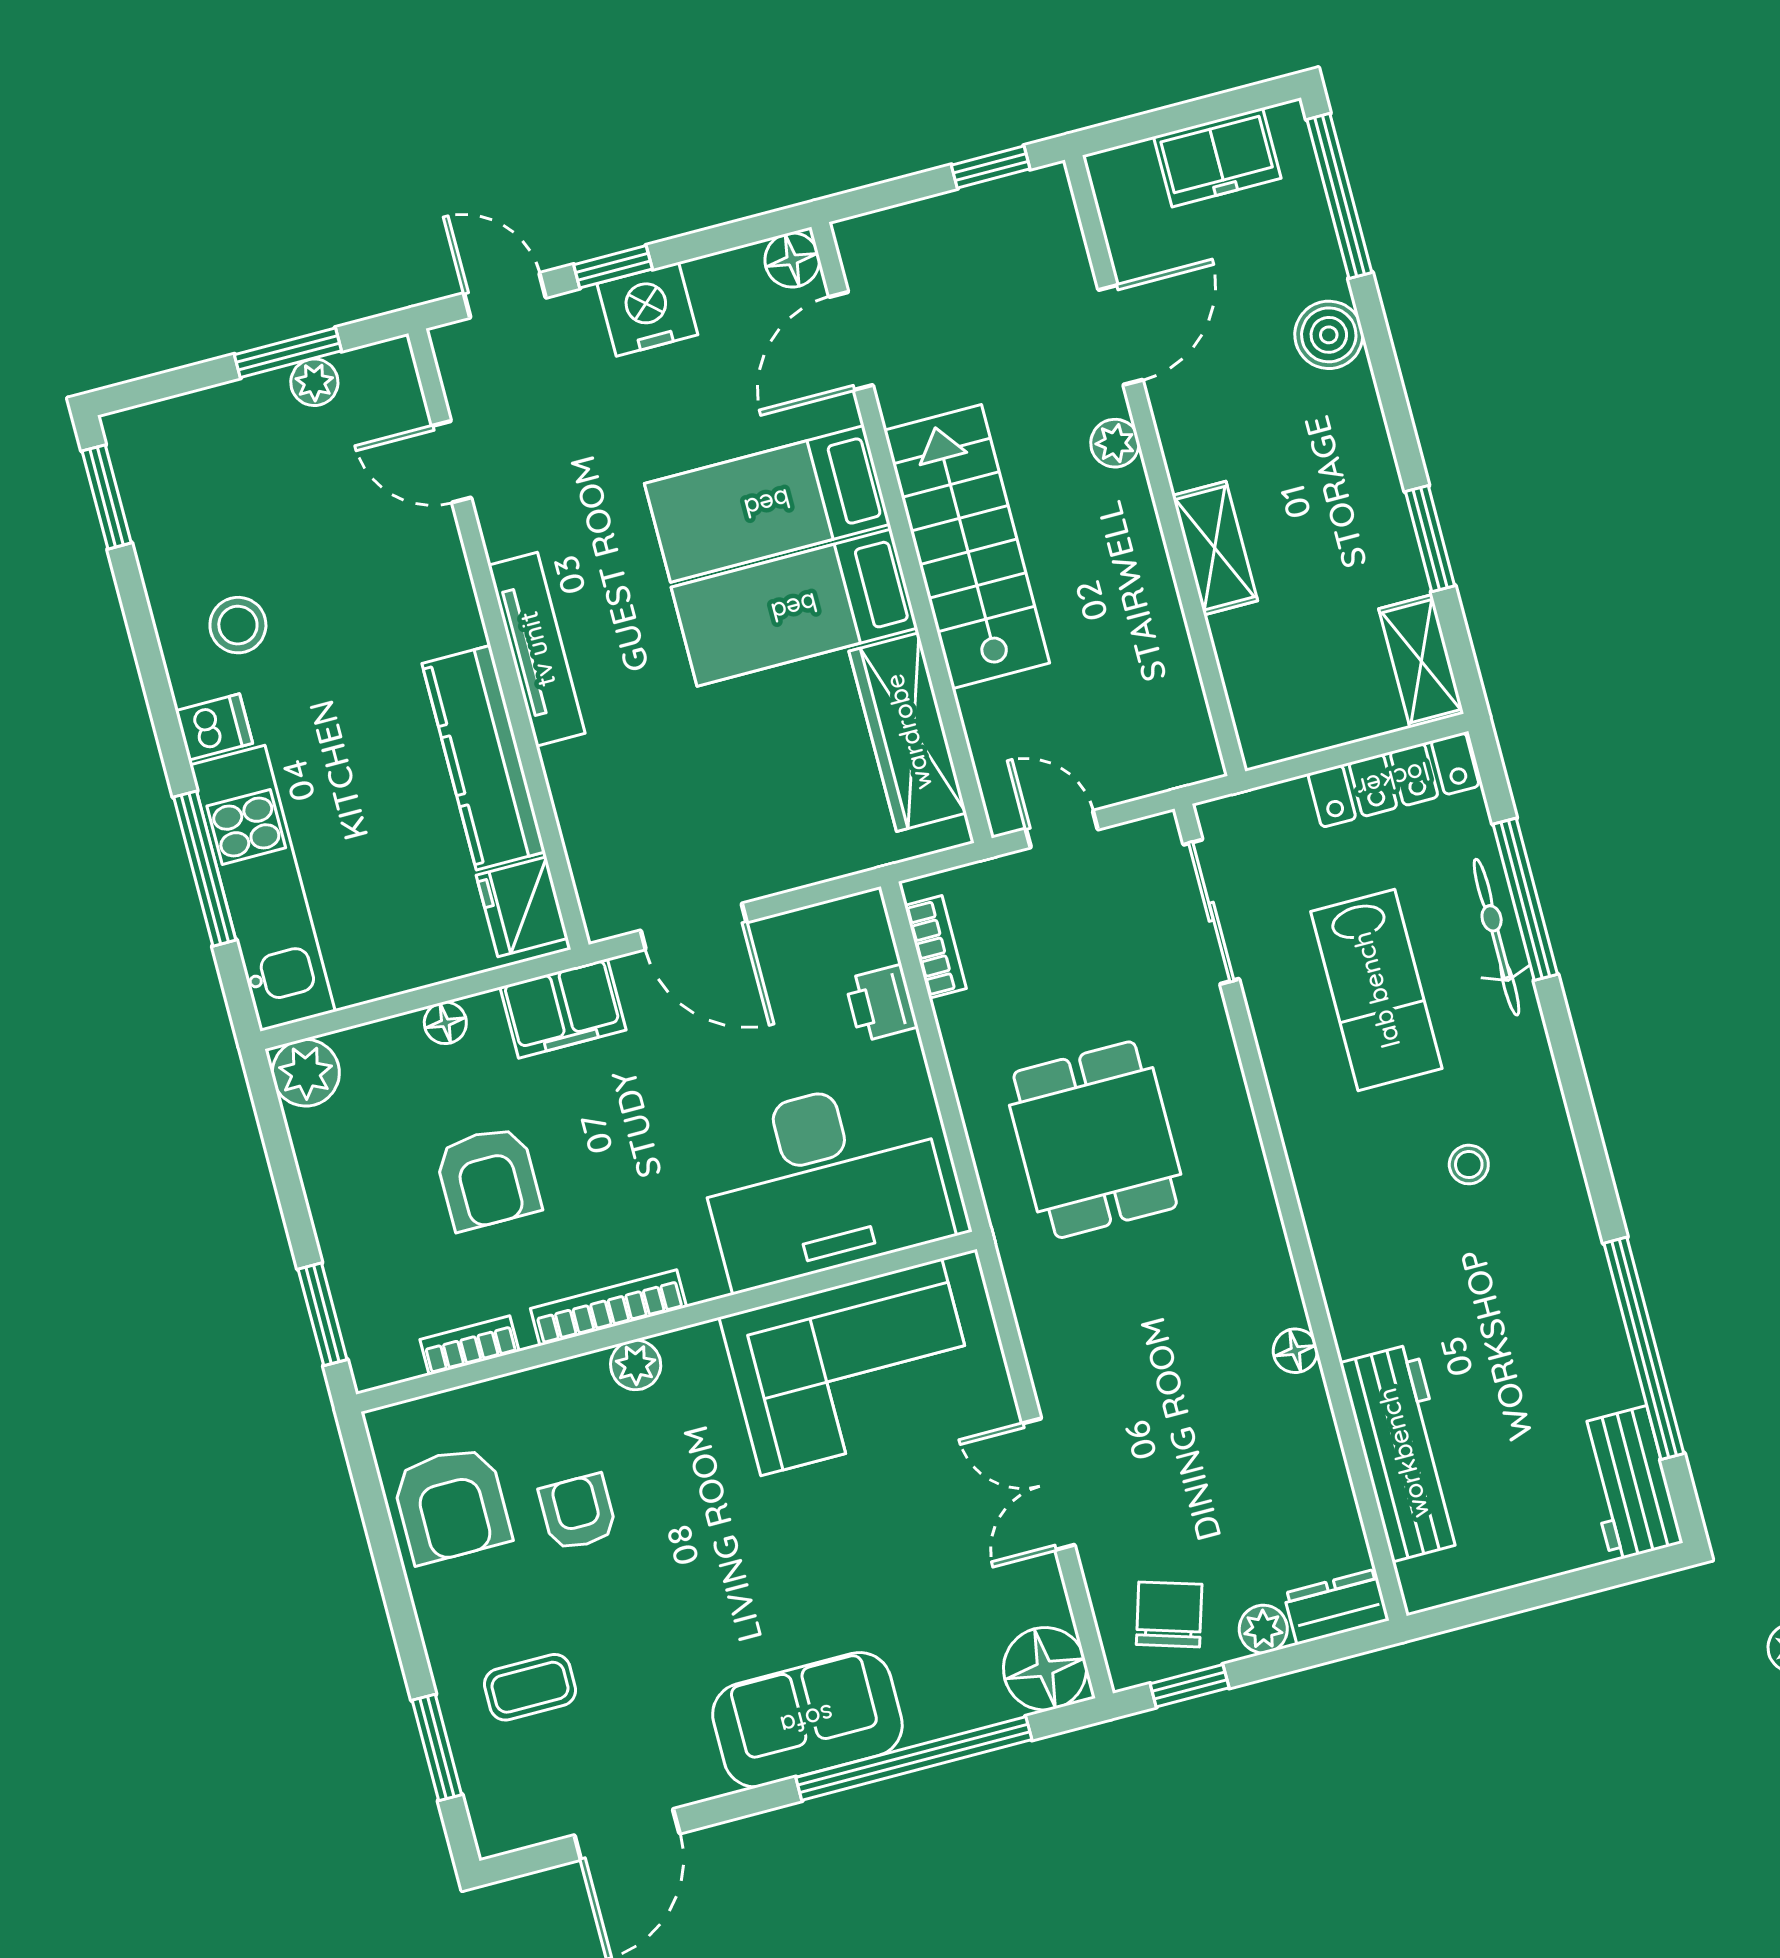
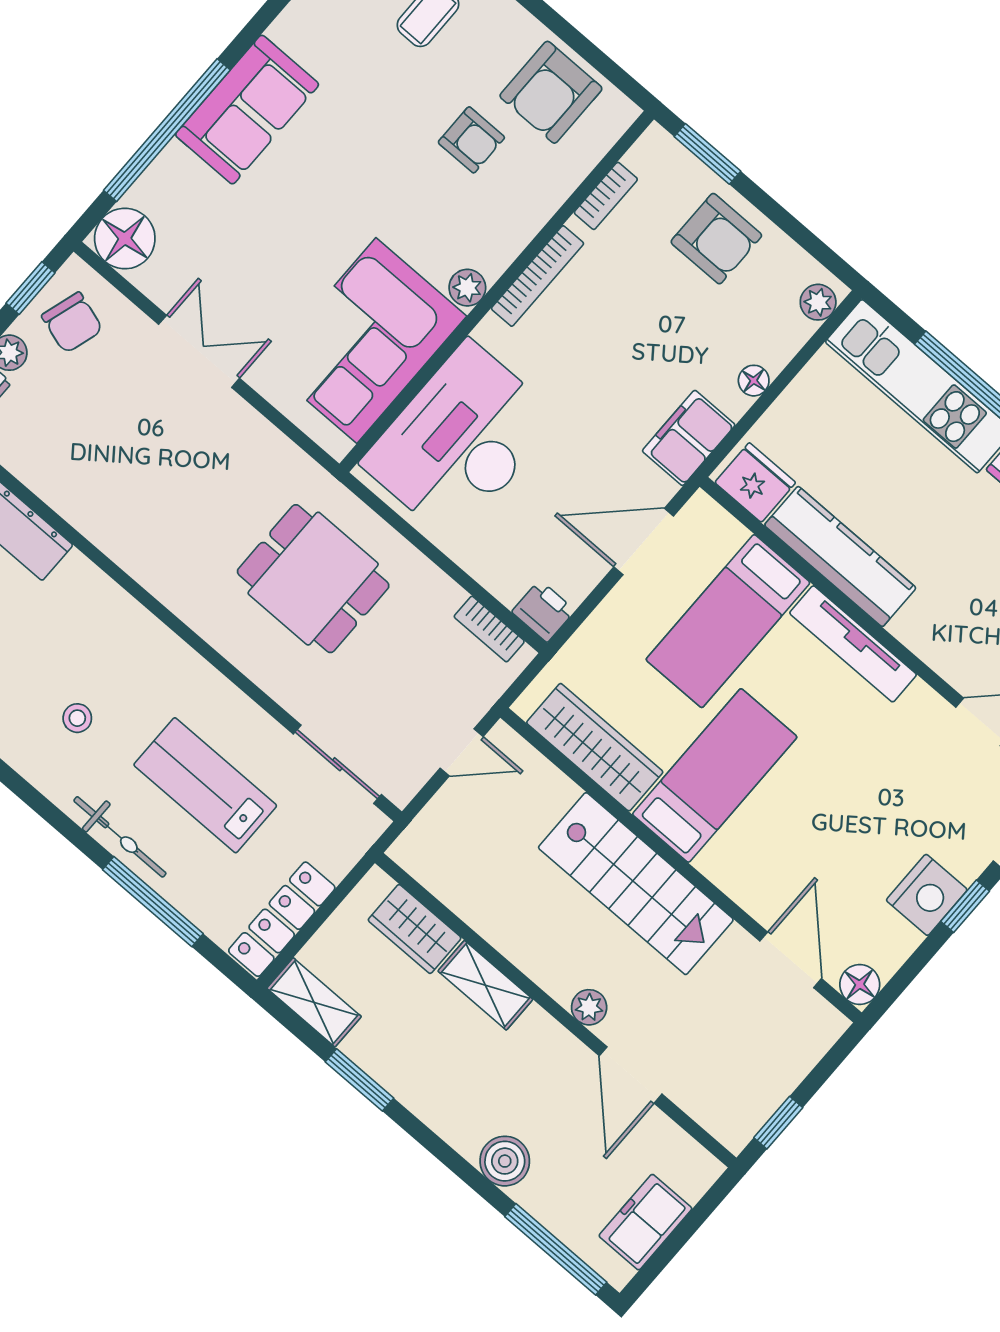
bed: (767, 504) -> (728, 621), moved, turned 180
wardrobe: (1251, 666) -> (415, 929), added
bicycle: (1497, 937) -> (120, 837), moved
printer: (881, 1003) -> (543, 611), moved
plant: (306, 1073) -> (818, 302), width x0.73, depth x0.73
armchair: (488, 1178) -> (716, 239), moved, turned 180
floor lamp: (1295, 1351) -> (105, 534), removed
plant: (636, 1365) -> (467, 288), moved
armchair: (451, 1505) -> (551, 92), turned -90

